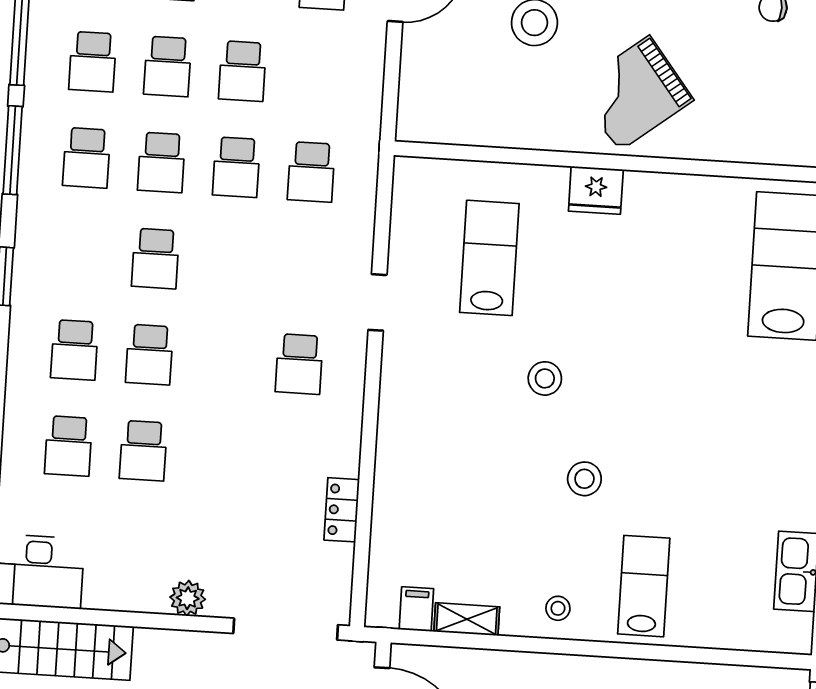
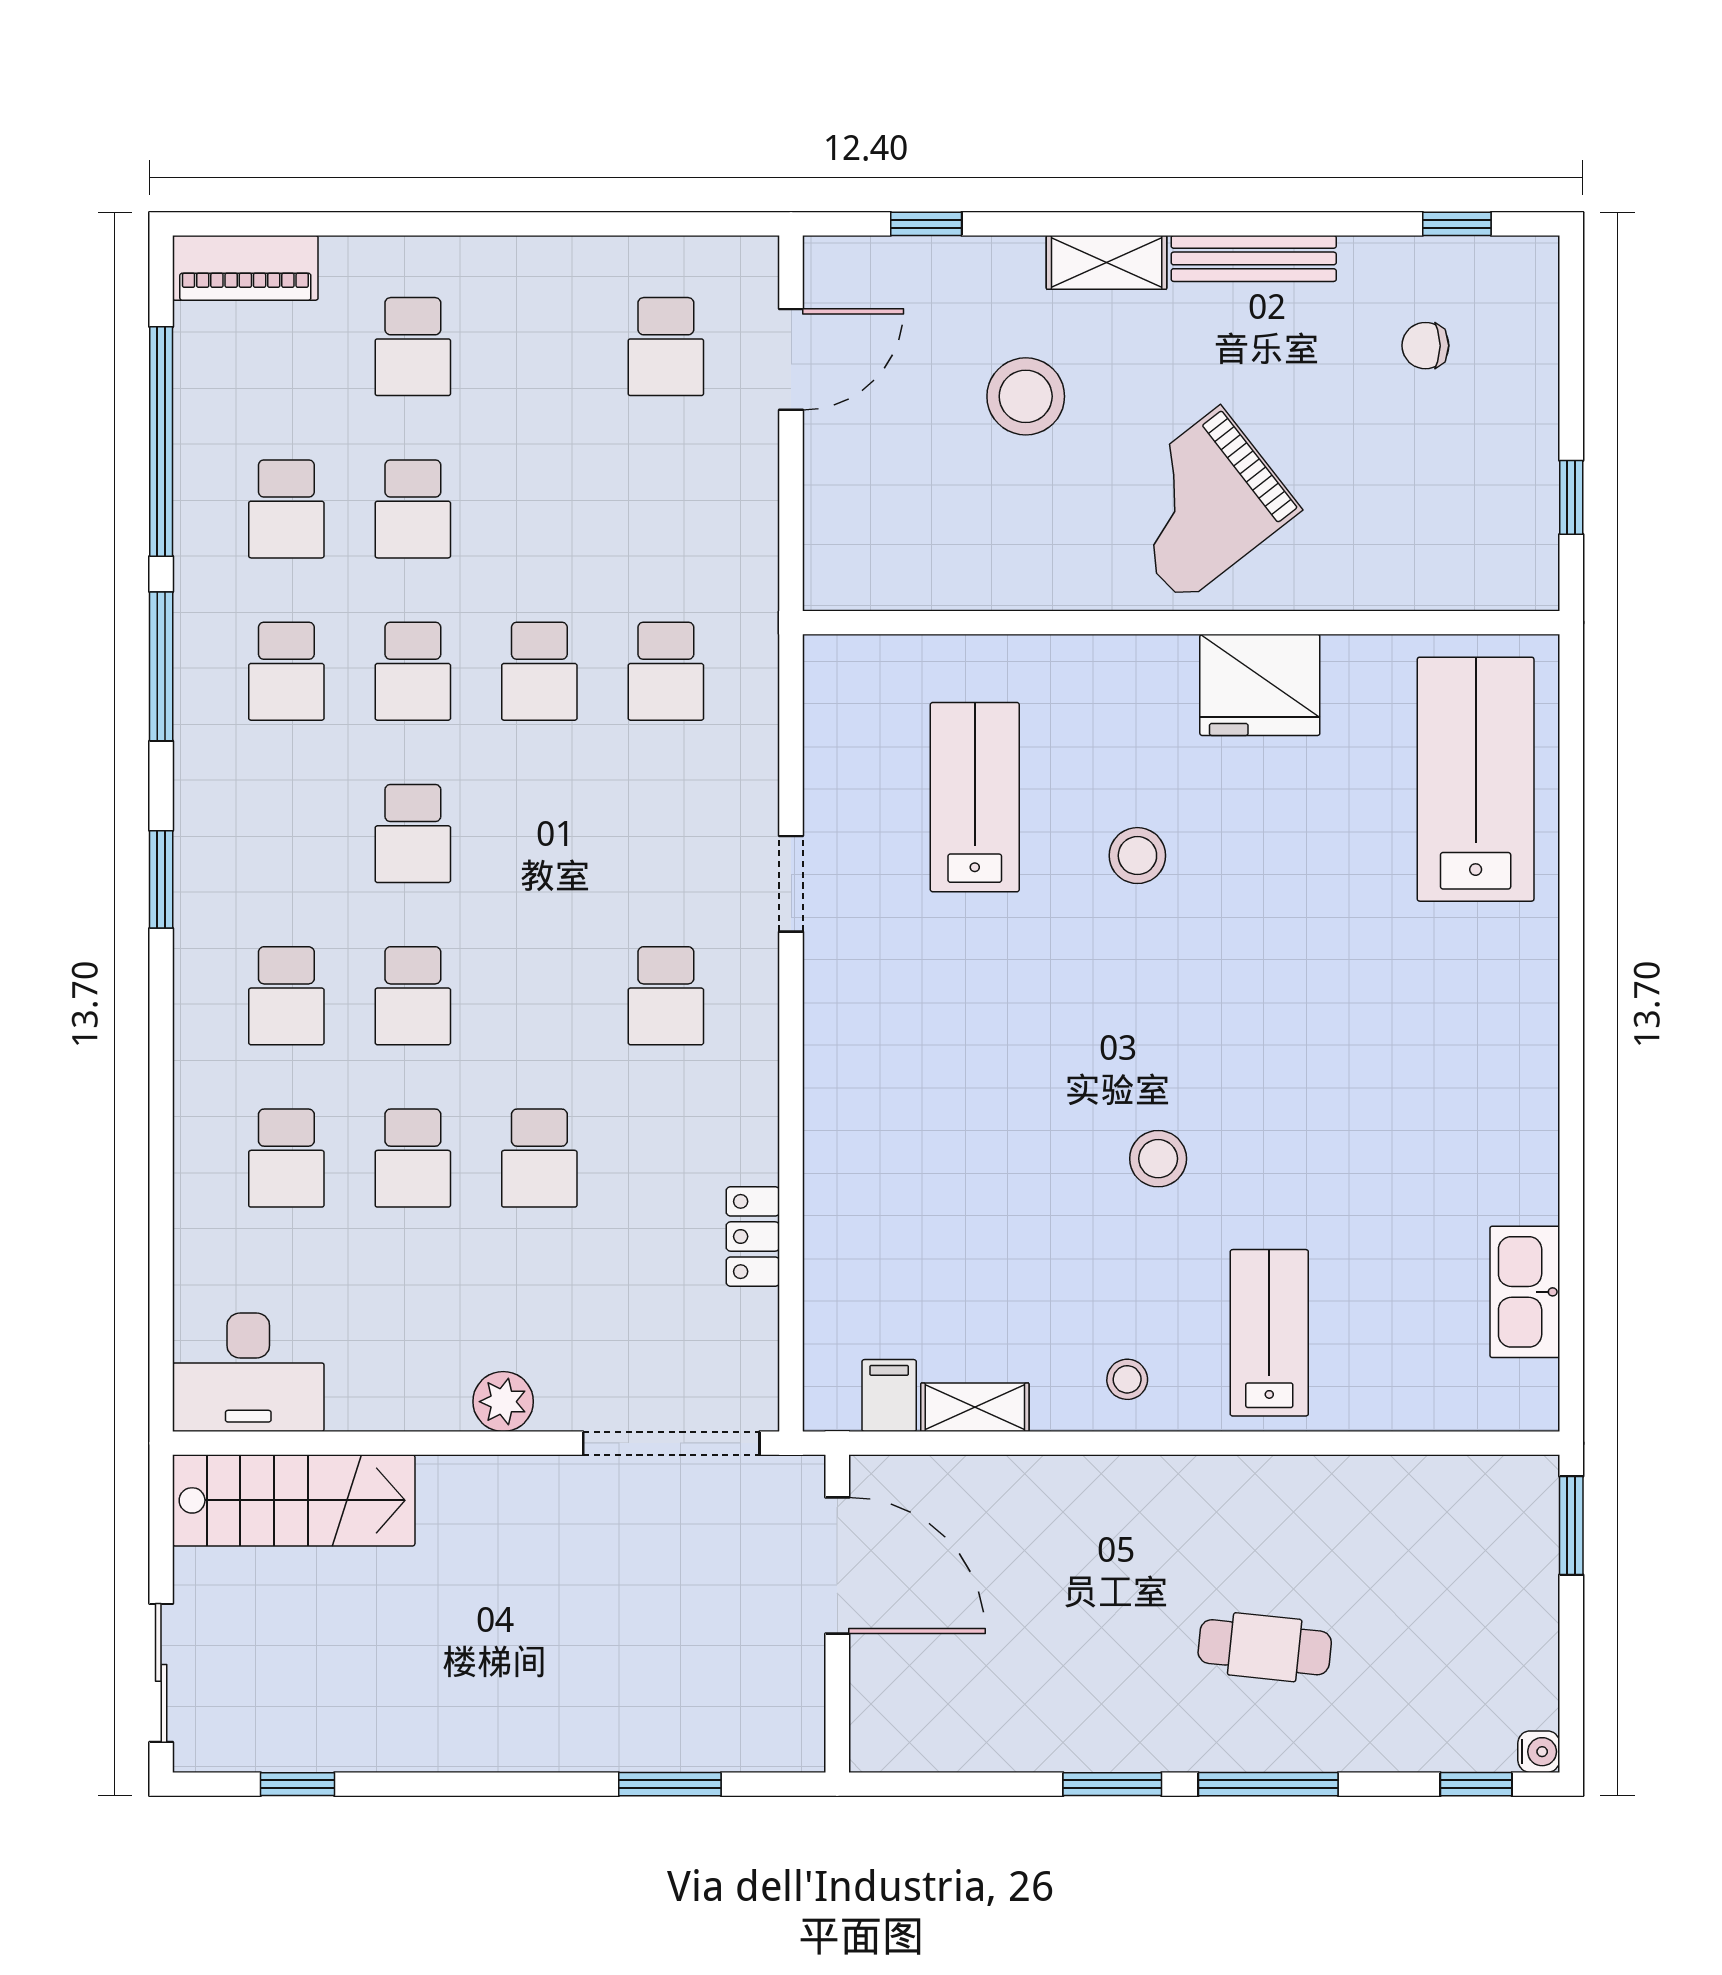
school desk: (242, 71) -> (539, 1158), moved
fridge: (596, 190) -> (1260, 685), moved, width x1.36, depth x1.34
stool: (545, 378) -> (1137, 856), moved

